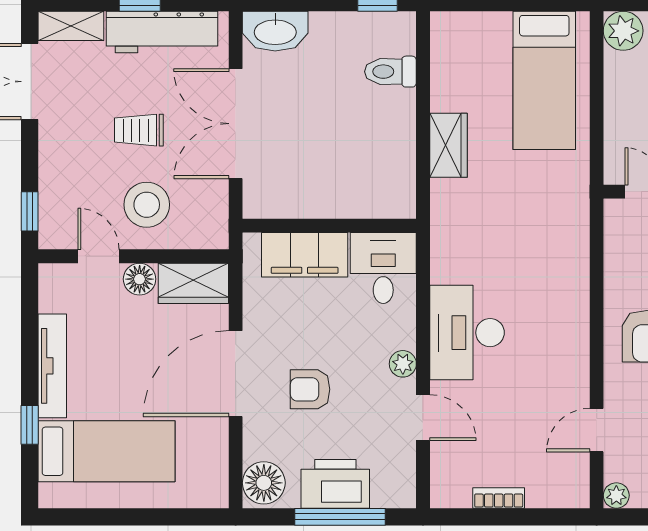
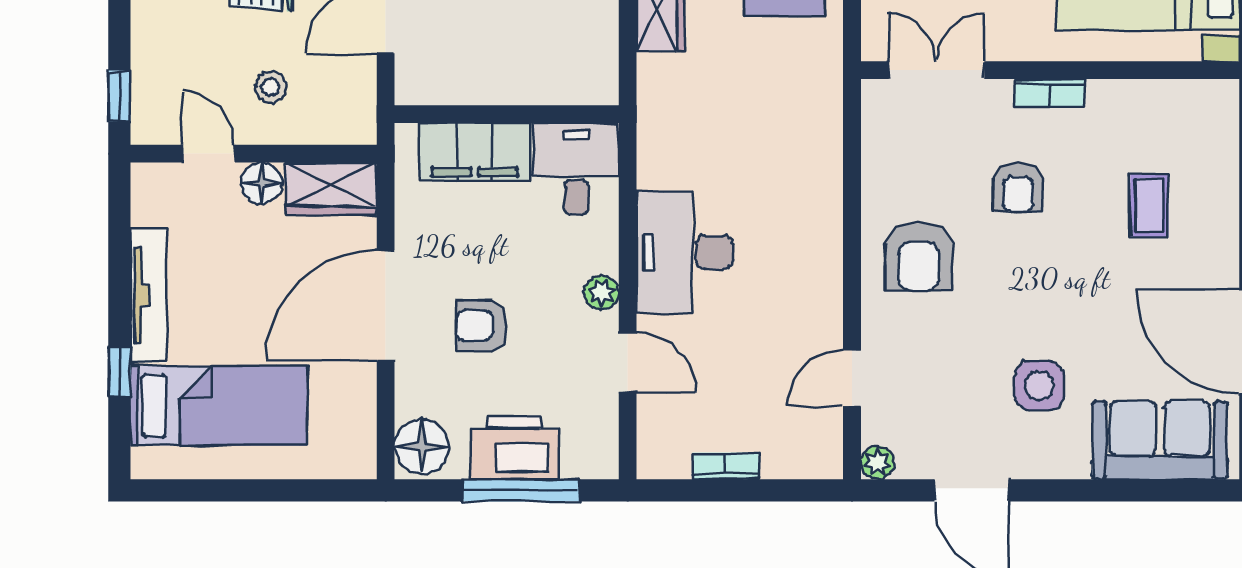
stool: (147, 205) -> (271, 87), width x0.53, depth x0.53

